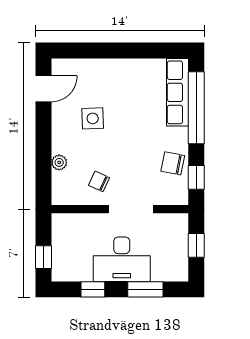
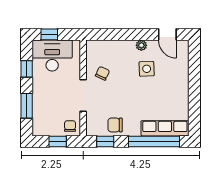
plant: (59, 162) -> (141, 45), moved
chair: (173, 163) -> (115, 125), turned -101
chair: (174, 228) -> (70, 126), added
desk: (122, 259) -> (52, 56), moved, turned 90

